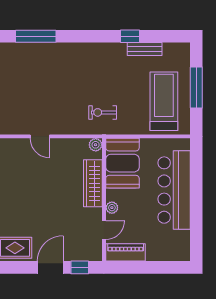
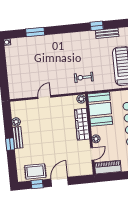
window: (36, 36) -> (35, 32), width x0.69
door: (40, 136) -> (44, 97), swing flipped
window: (80, 267) -> (37, 184), moved

